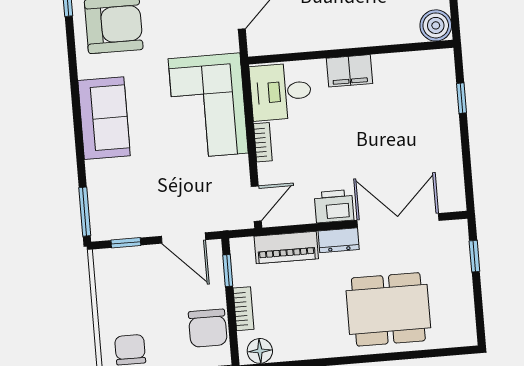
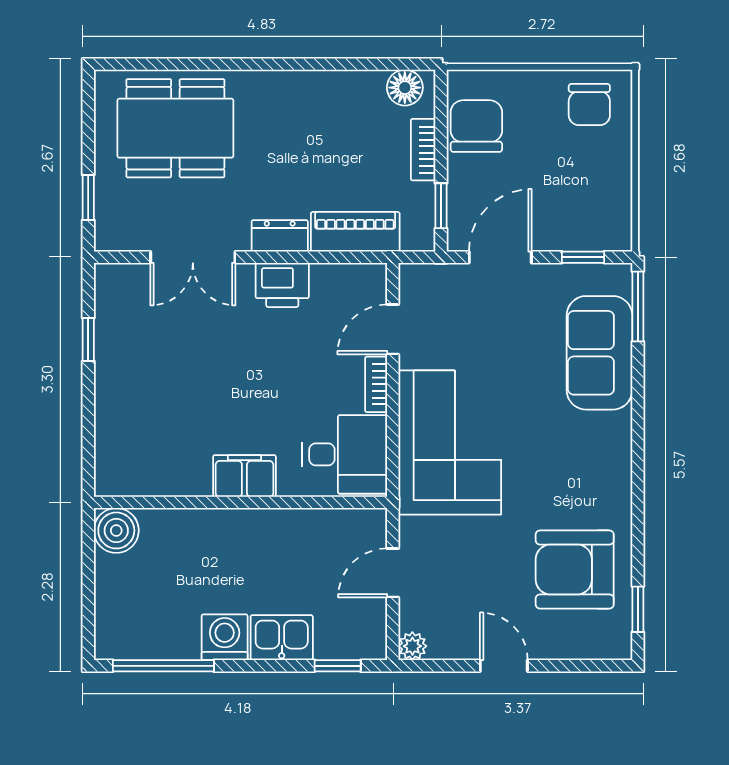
window: (461, 98) -> (88, 339), moved
sofa: (104, 118) -> (599, 353), moved
door: (256, 204) -> (393, 329), moved
double door: (398, 220) -> (193, 257), width x0.73
door: (184, 238) -> (500, 257), hinge flipped
dining table: (388, 309) -> (175, 128), moved

